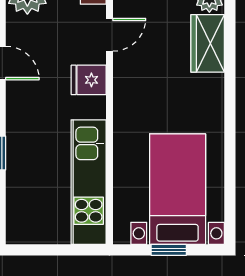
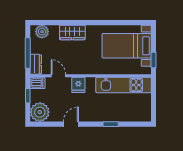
wardrobe: (208, 43) -> (72, 32), moved
window: (169, 250) -> (154, 60), moved

